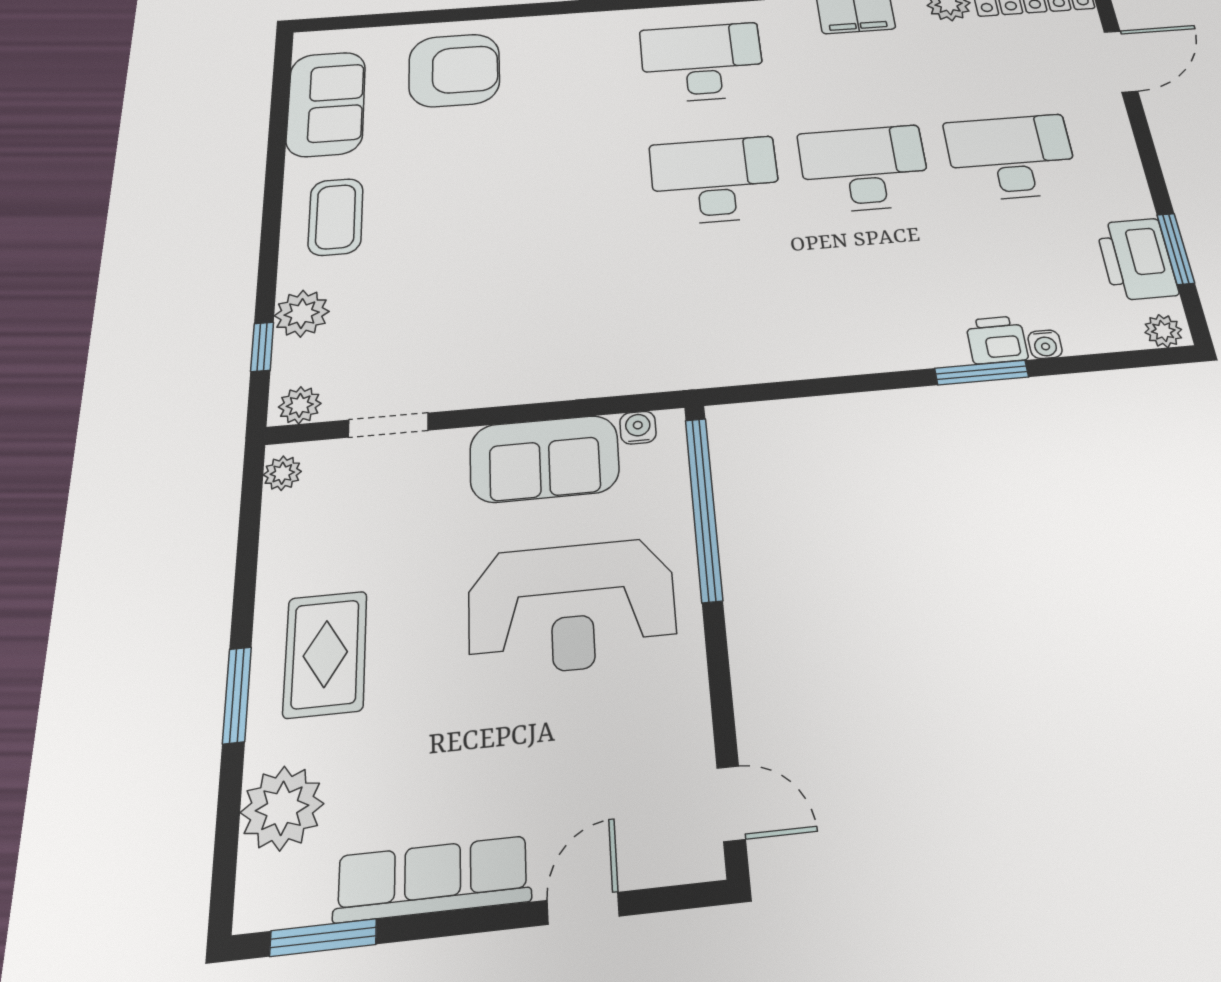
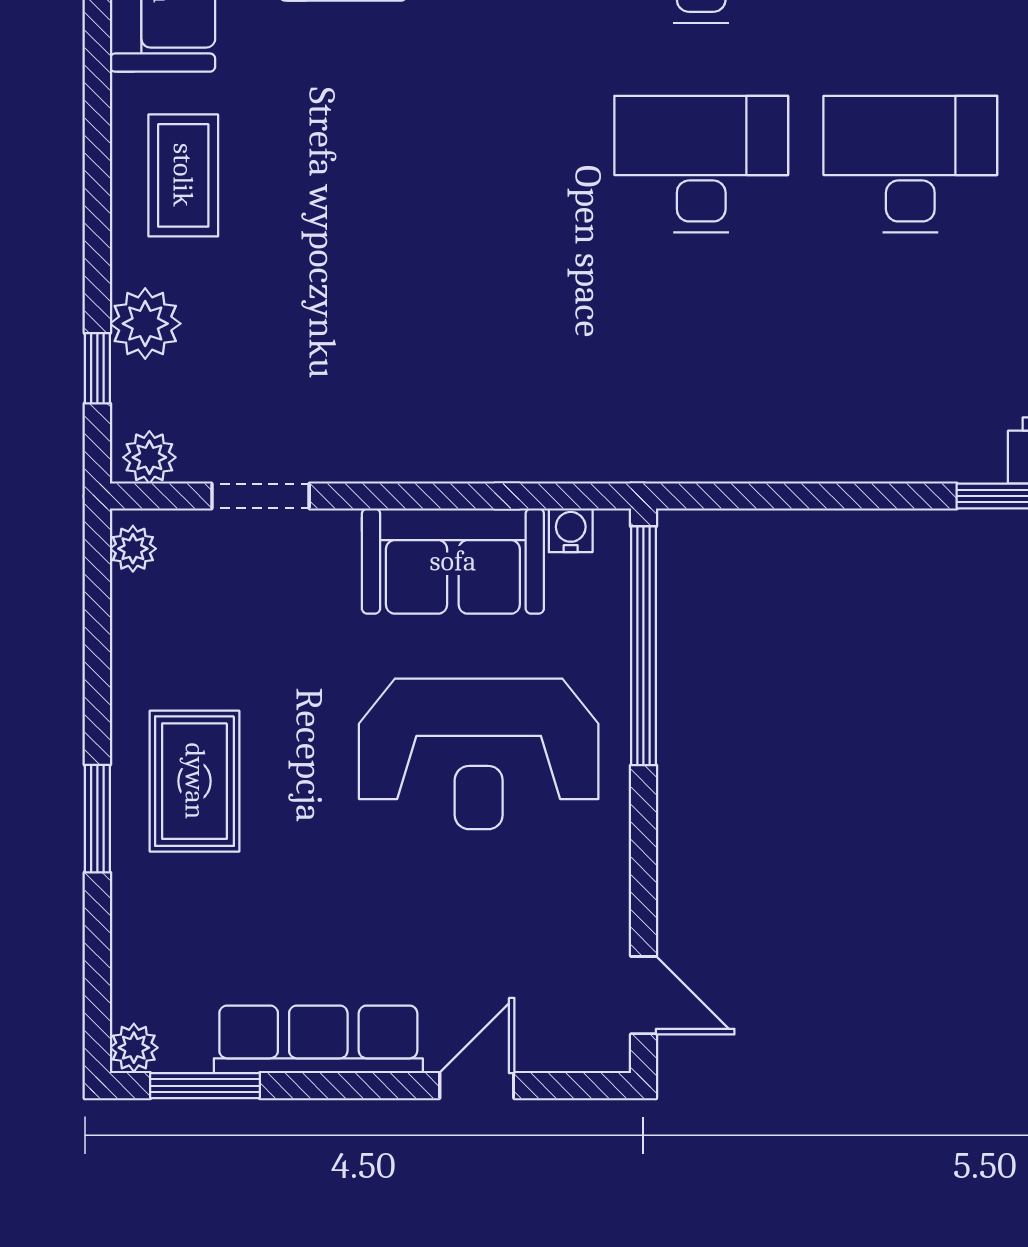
plant: (282, 808) -> (134, 1048), moved, width x0.53, depth x0.53

